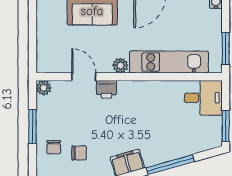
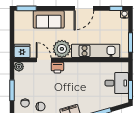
fridge: (49, 62) -> (22, 51), added
plant: (120, 65) -> (62, 49), width x1.88, depth x1.88
desk: (203, 98) -> (117, 83), moved

